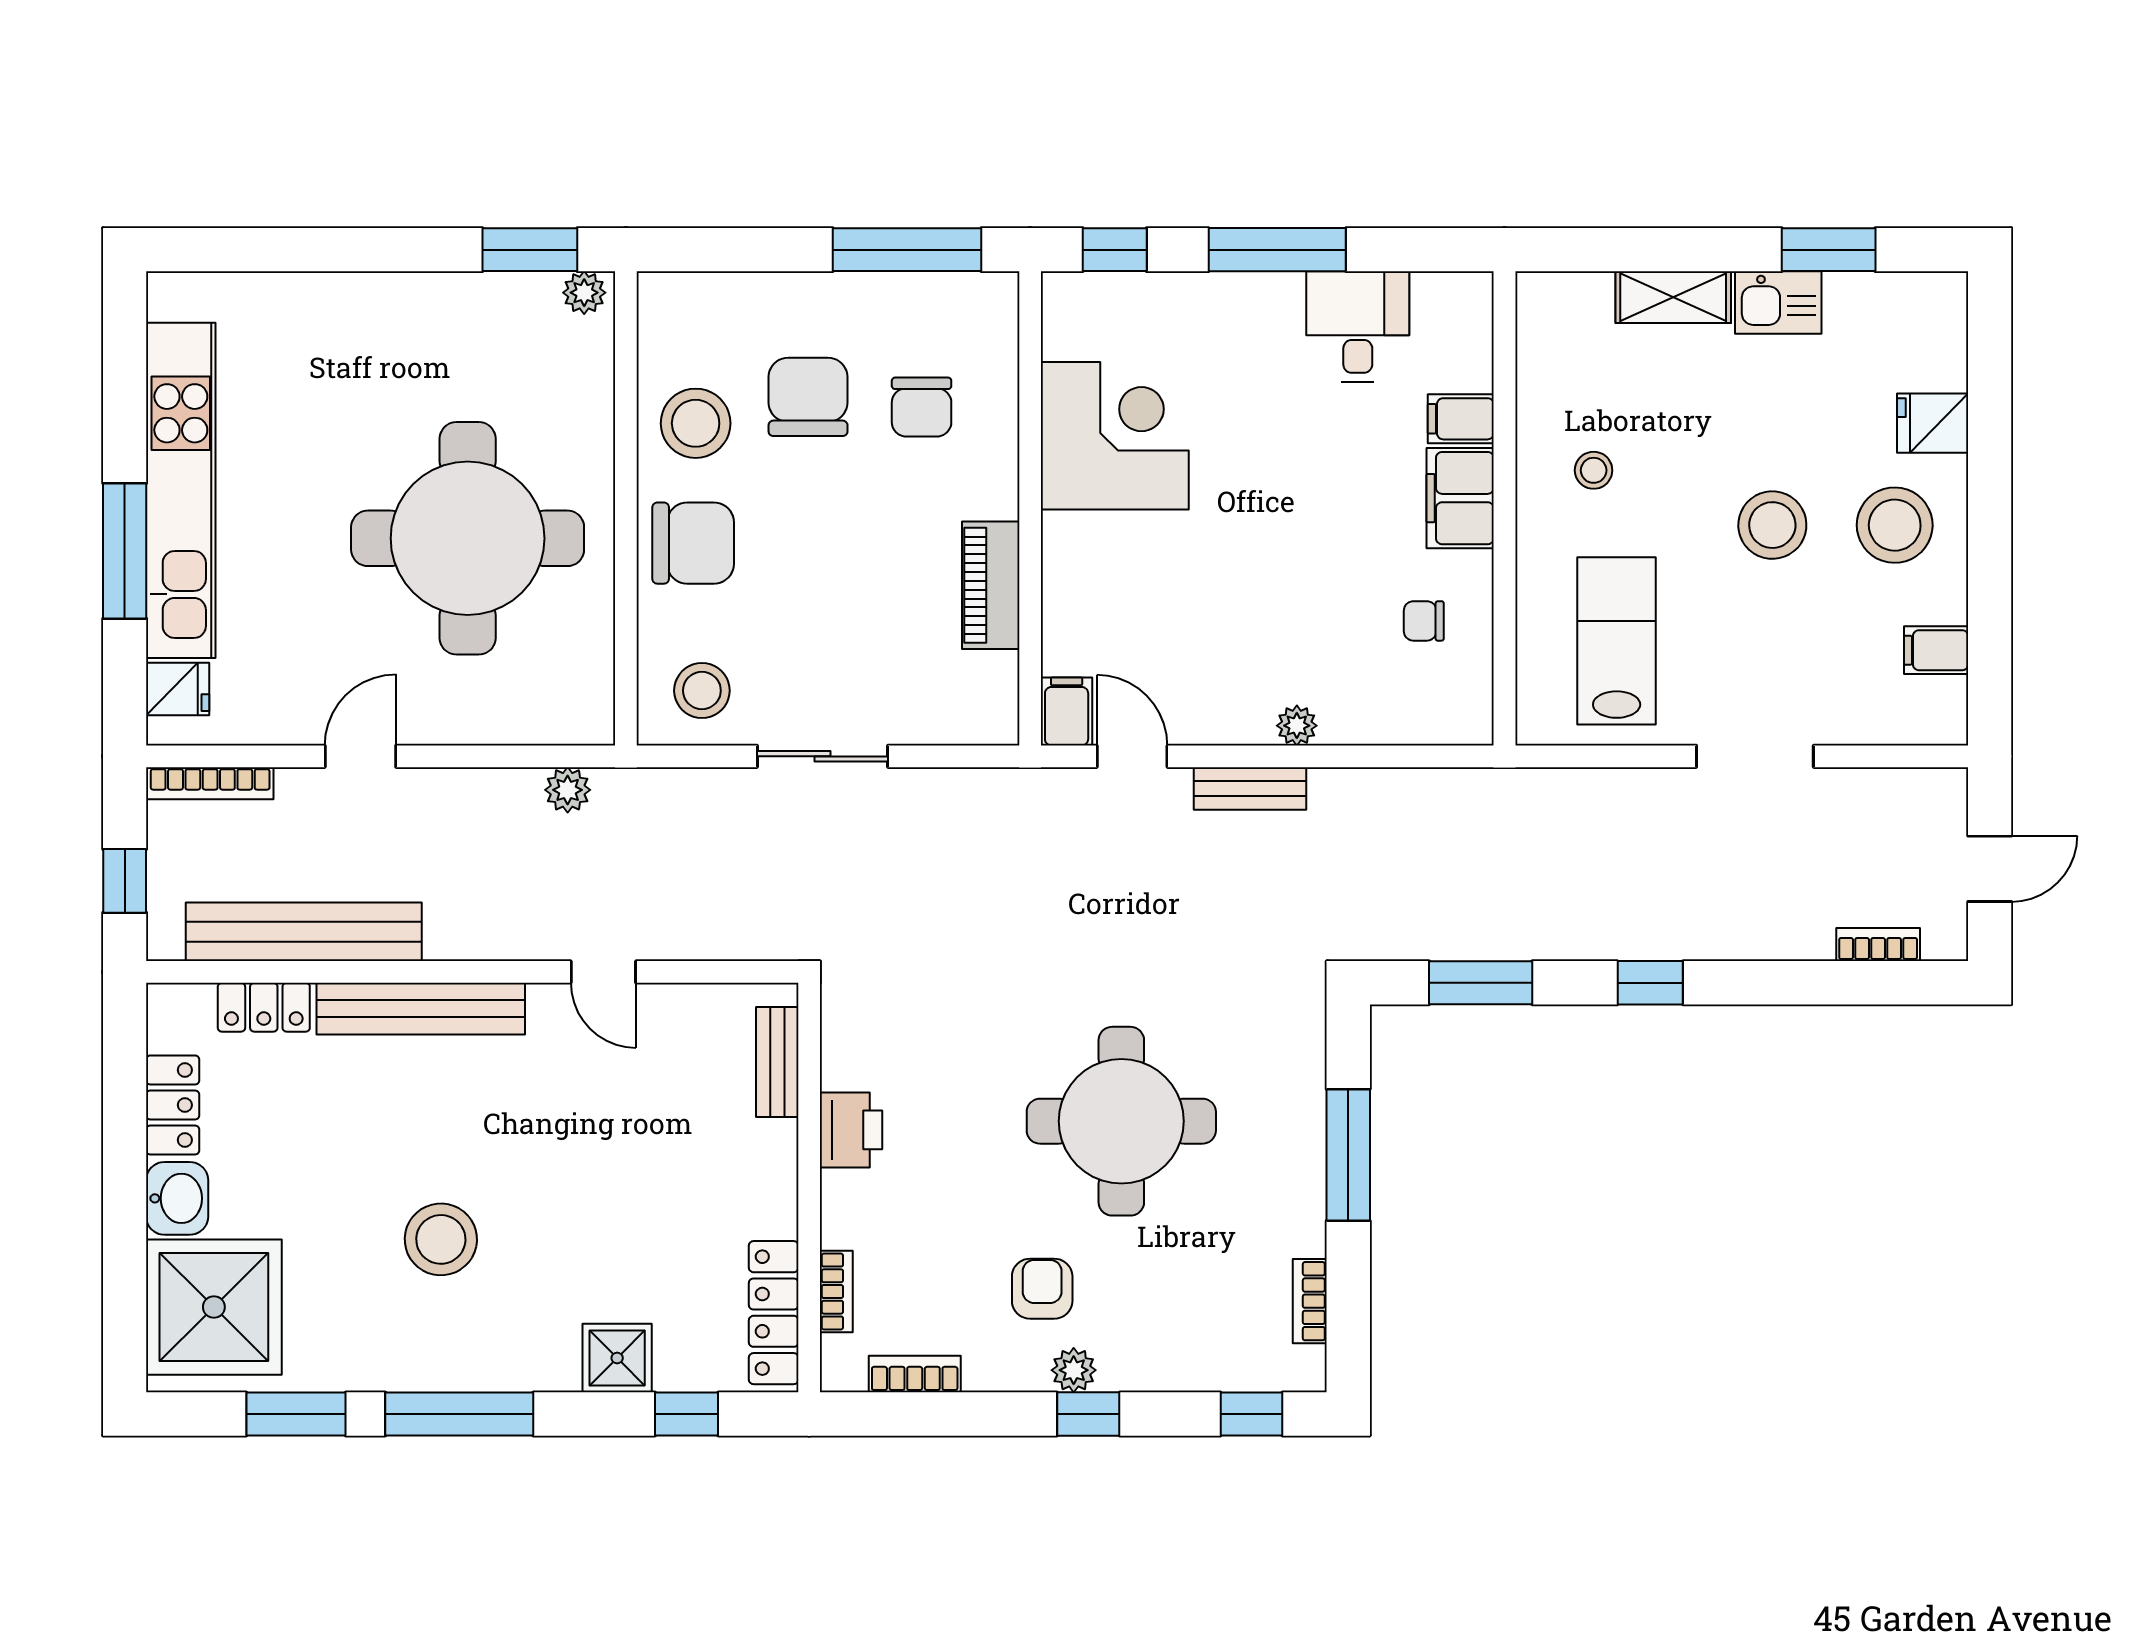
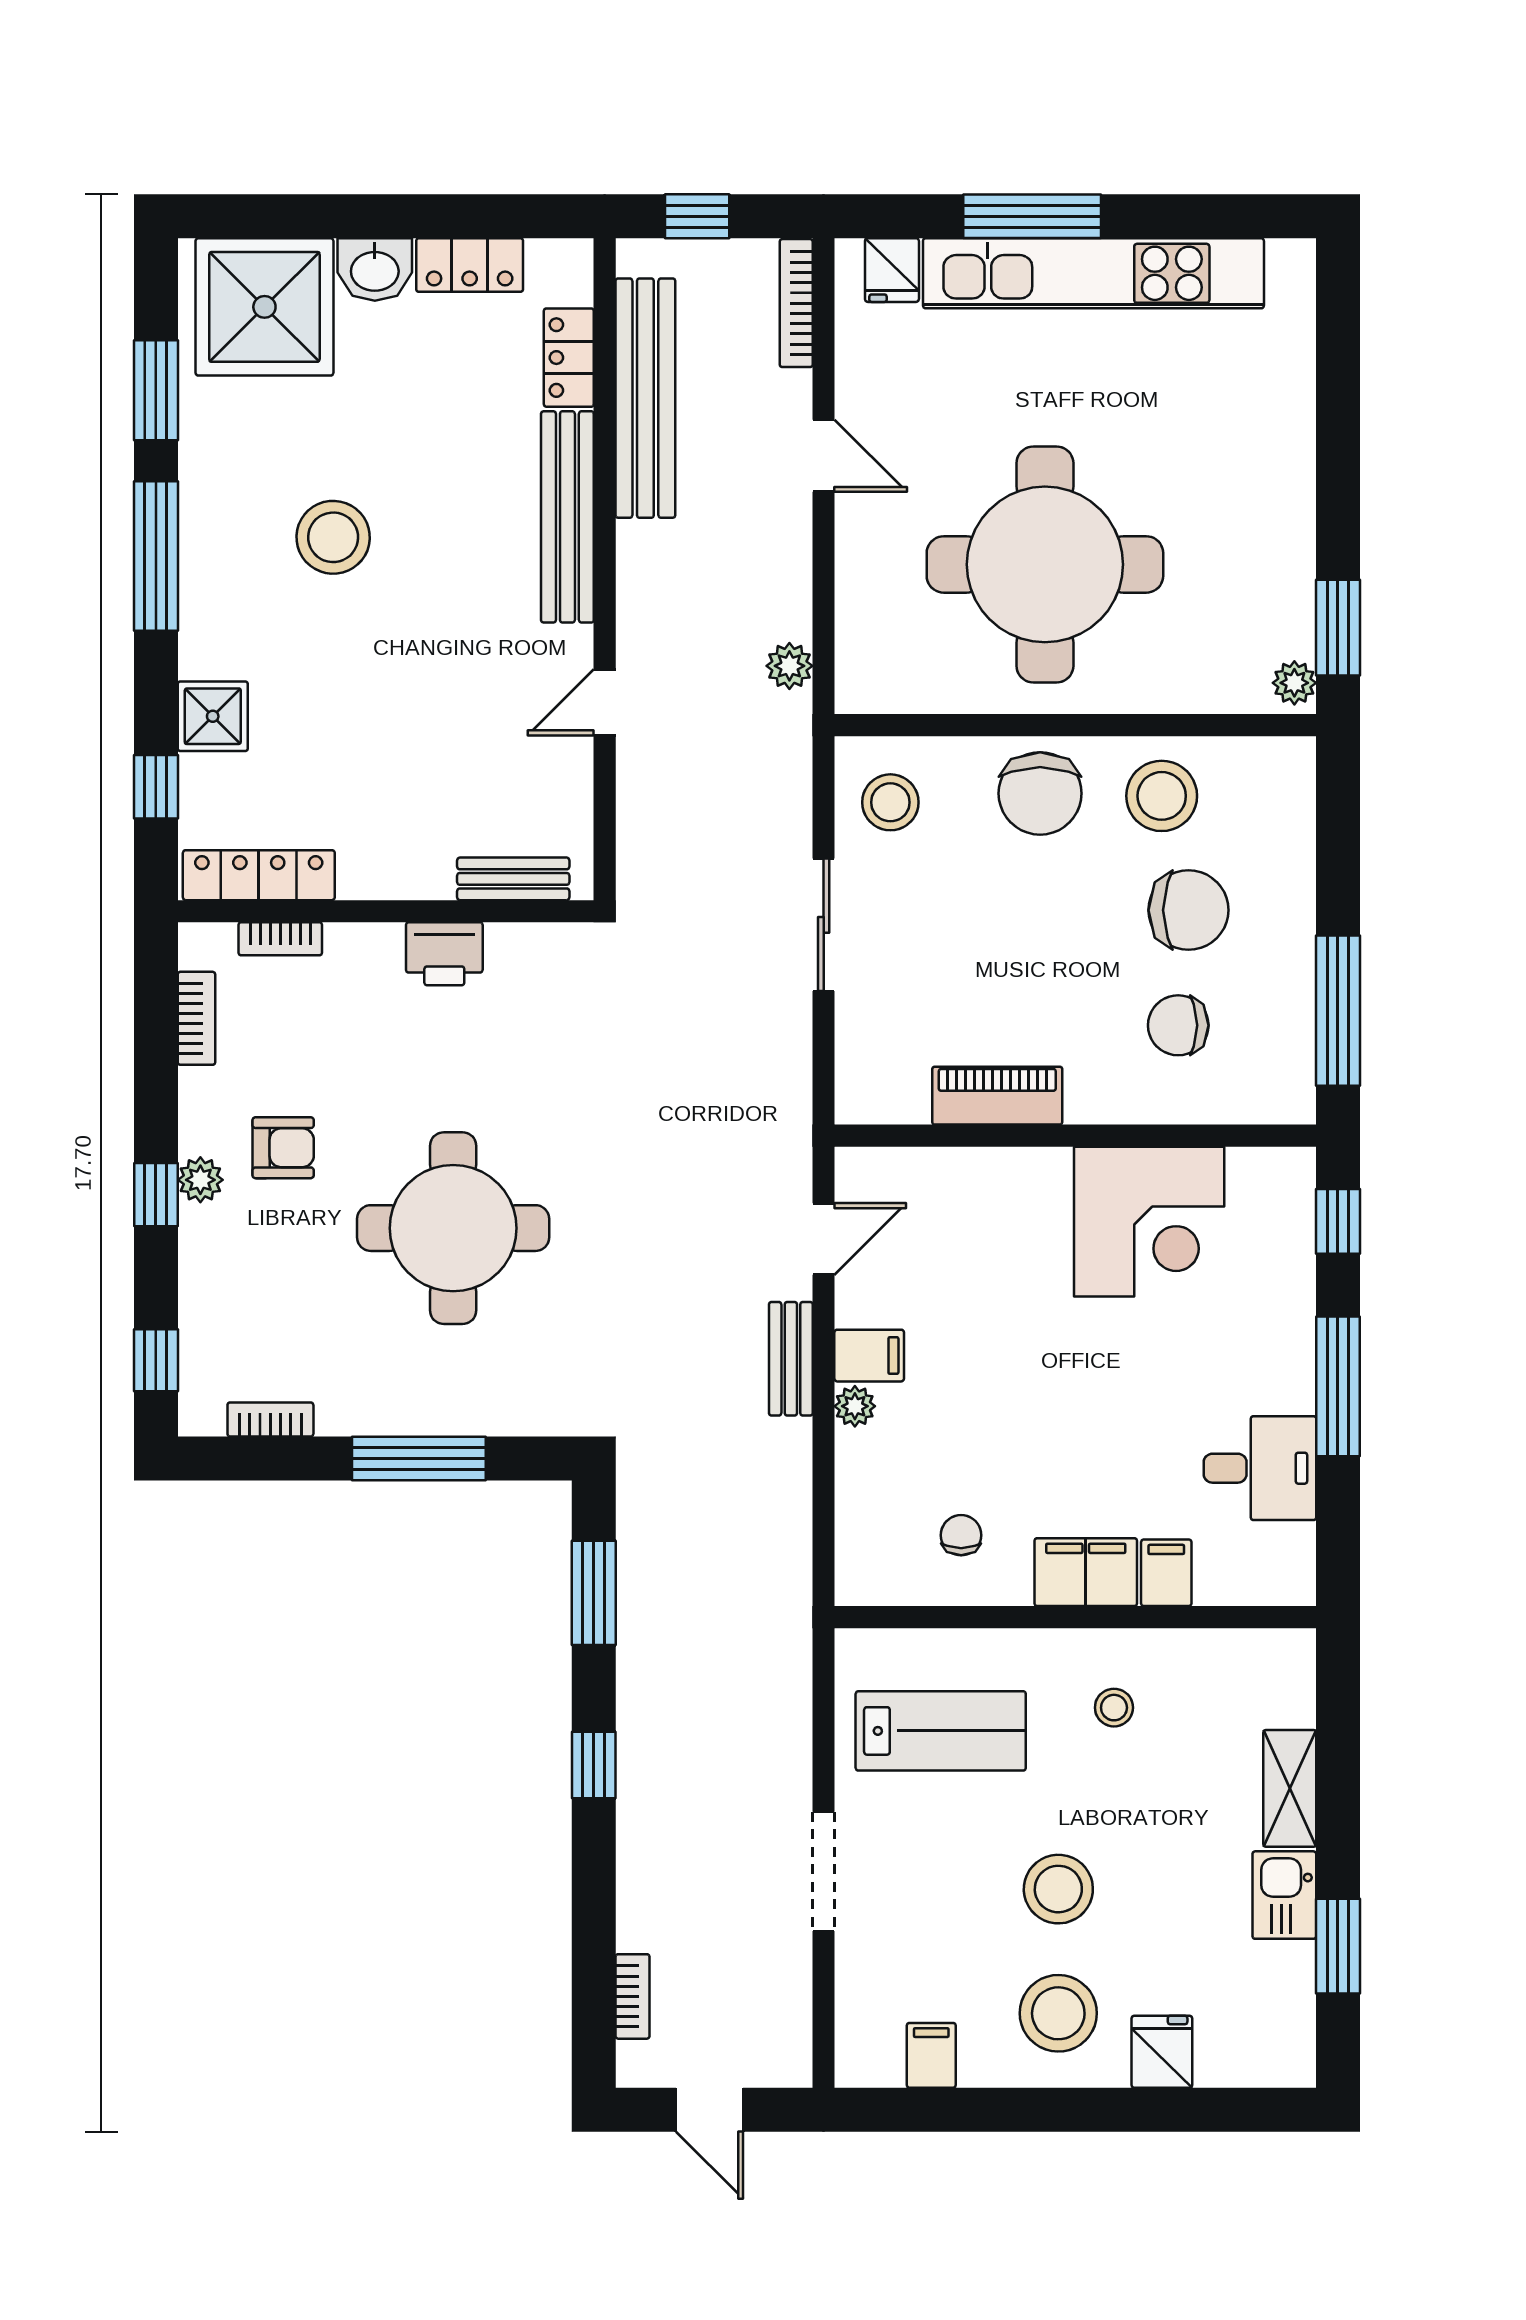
filing cabinet: (1067, 711) -> (869, 1356), moved

